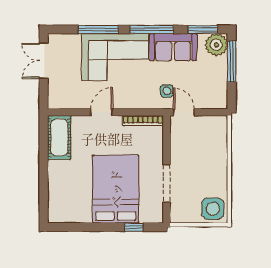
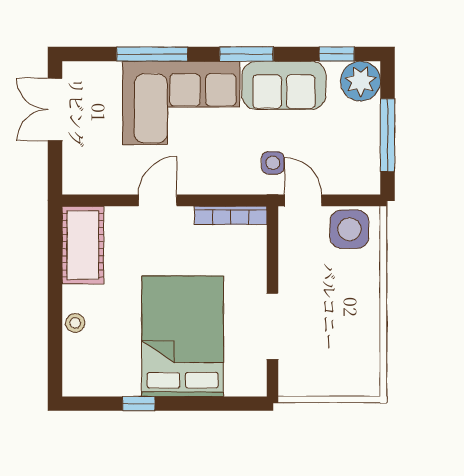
window: (152, 29) -> (246, 54), width x0.69
window: (203, 29) -> (337, 54), width x0.67
window: (232, 61) -> (388, 135), moved
stool: (55, 182) -> (75, 323), added
side table: (213, 209) -> (349, 229), moved
window: (134, 227) -> (139, 404), moved

